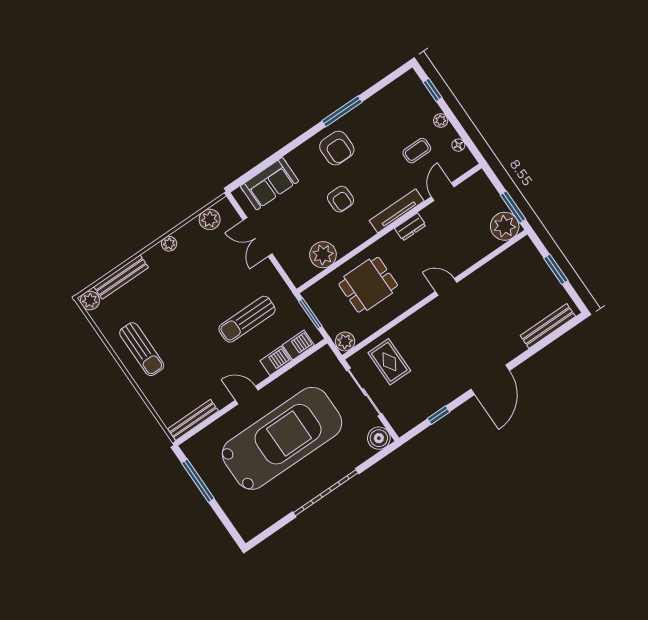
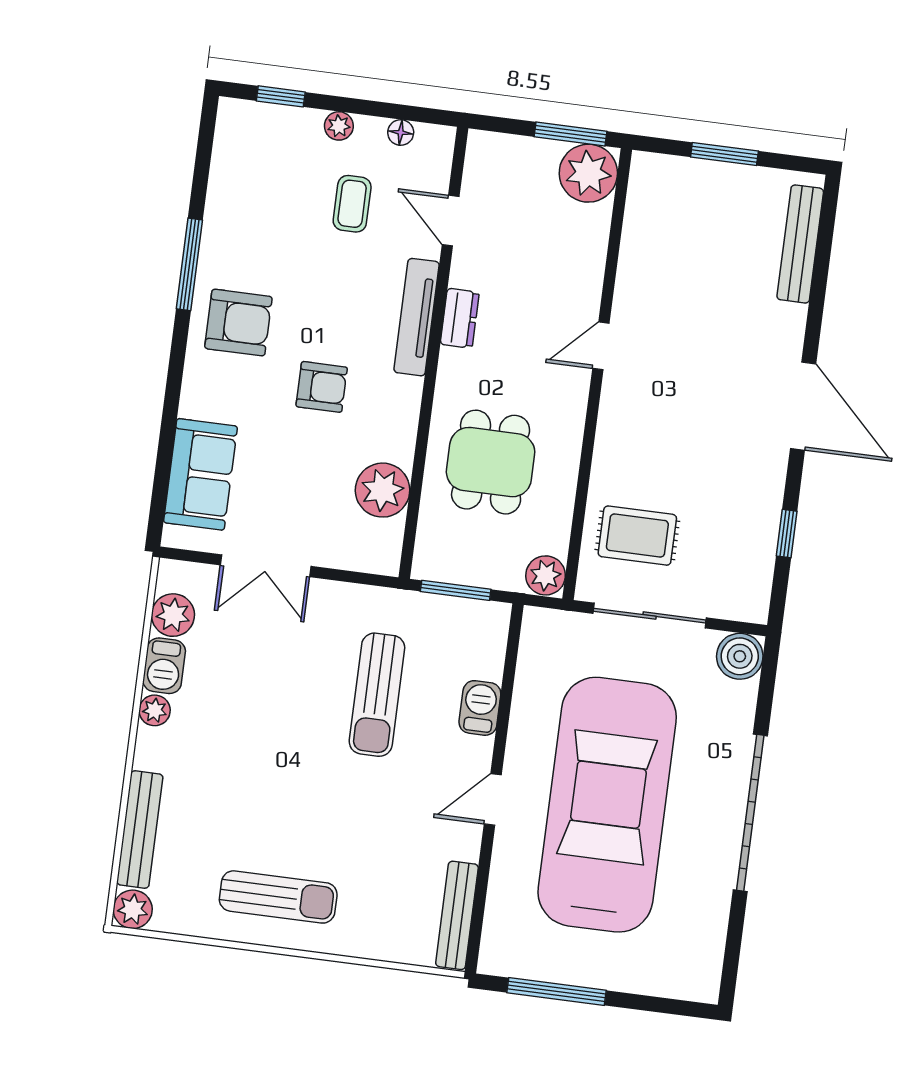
barbecue: (298, 345) -> (164, 666), moved, turned 180

